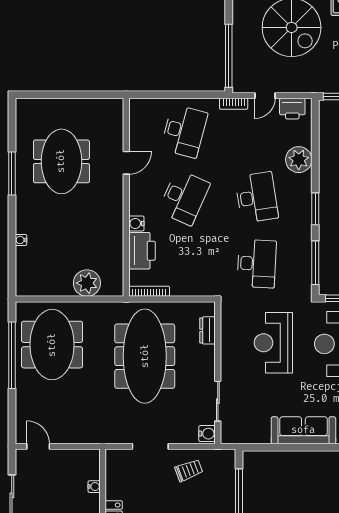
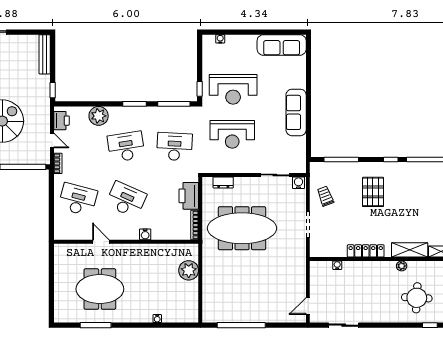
window: (12, 173) -> (96, 325), moved
printer: (142, 251) -> (189, 196), moved, turned -90
meeting table: (52, 345) -> (234, 296), removed

